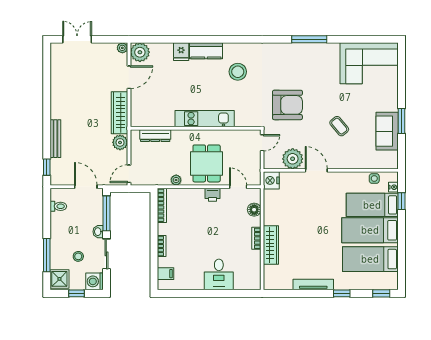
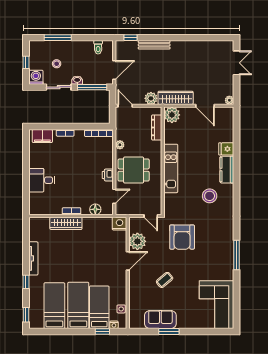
plant: (140, 52) -> (172, 115), moved
filing cabinet: (165, 274) -> (42, 136), width x2.00
shower: (59, 279) -> (38, 48), removed

